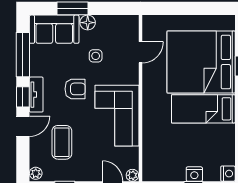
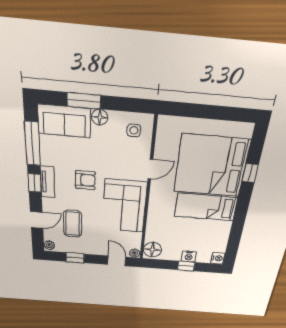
door: (140, 52) -> (150, 169), moved
side table: (96, 56) -> (134, 130), moved
door: (23, 126) -> (37, 220), moved
floor lamp: (152, 169) -> (152, 250), added

